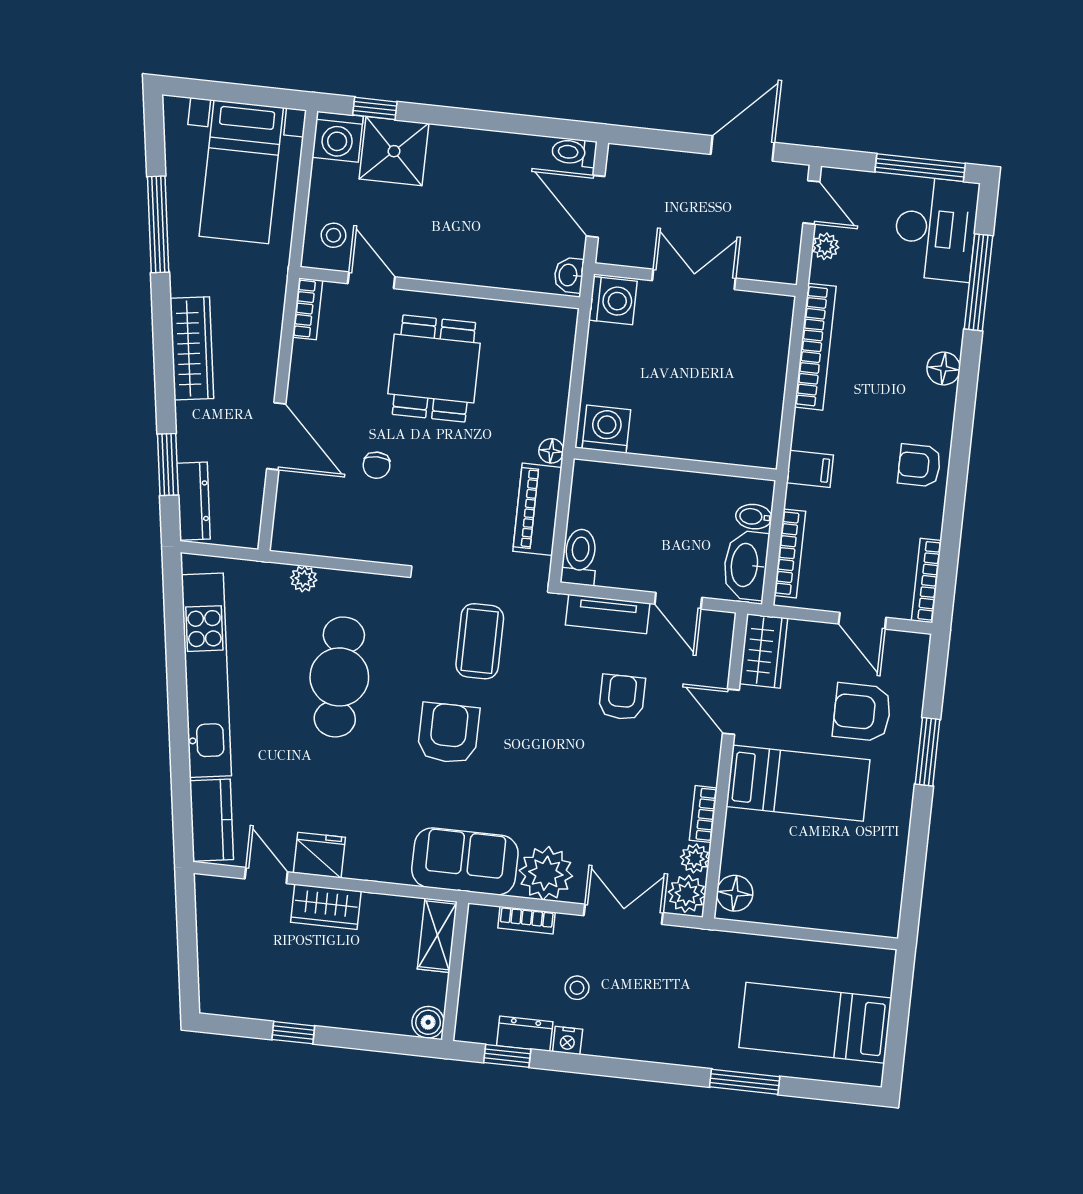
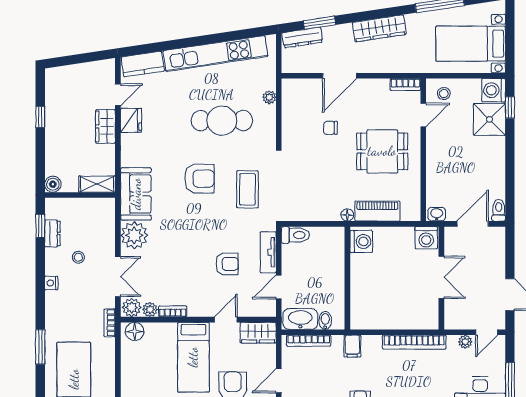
piano: (537, 509) -> (377, 211), moved
coffee table: (480, 641) -> (247, 189), turned 90
bookcase: (526, 920) -> (110, 323), moved
nightstand: (568, 1040) -> (51, 283), moved

